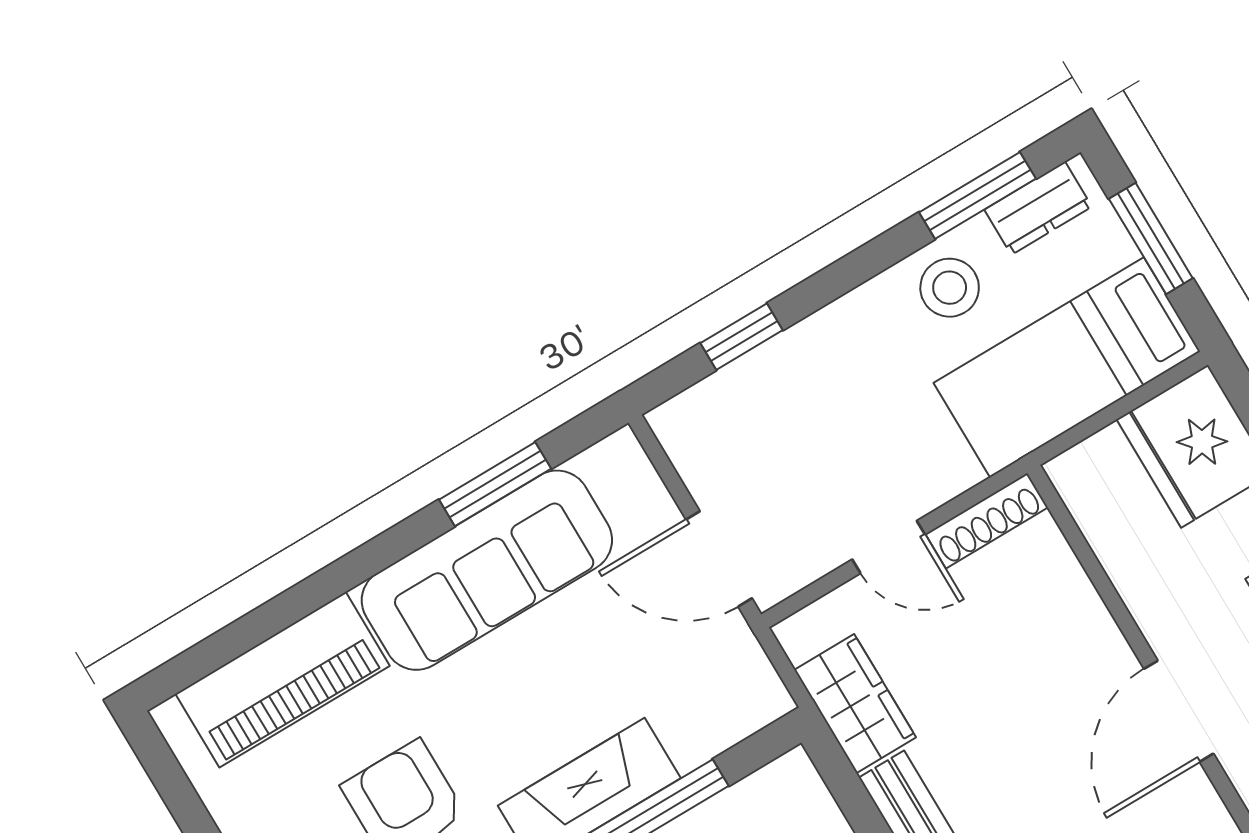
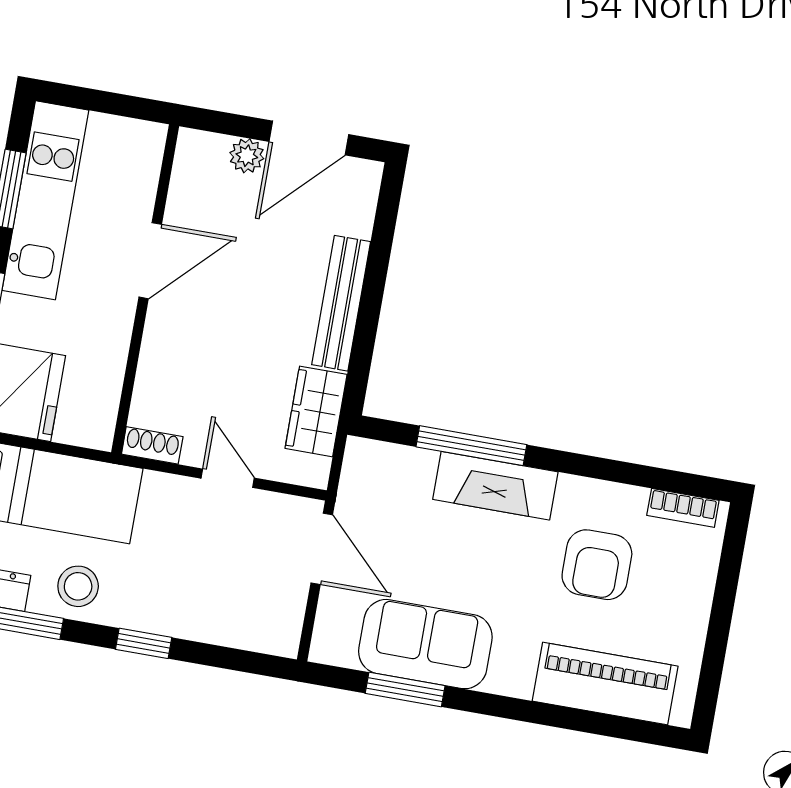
window: (742, 337) -> (144, 643), moved
shoe rack: (987, 521) -> (152, 445), width x0.70
sofa: (487, 570) -> (425, 644), width x0.73

